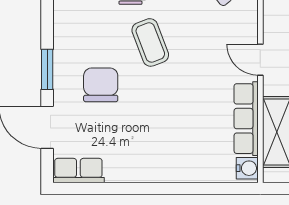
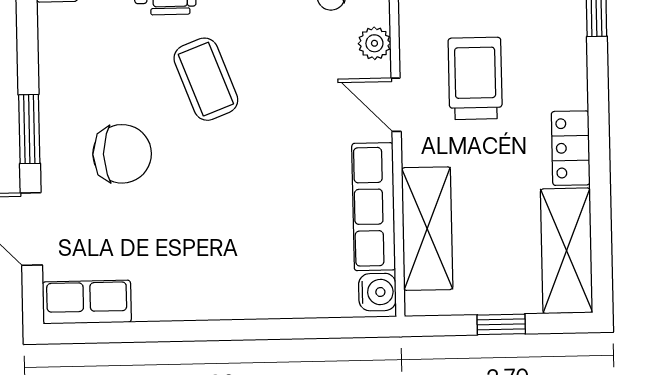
plant: (249, 24) -> (374, 43), added
chair: (101, 85) -> (122, 154), turned 90

